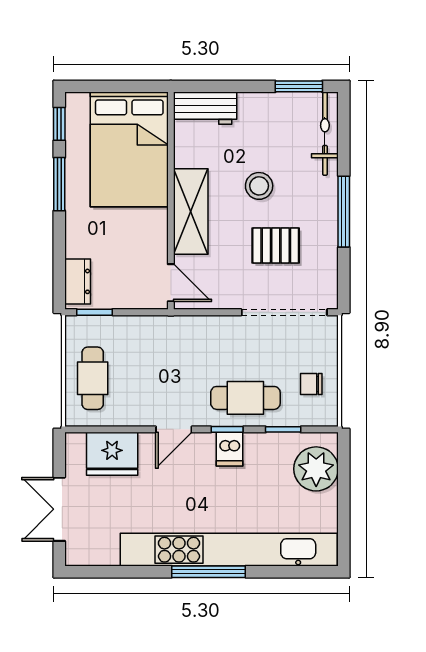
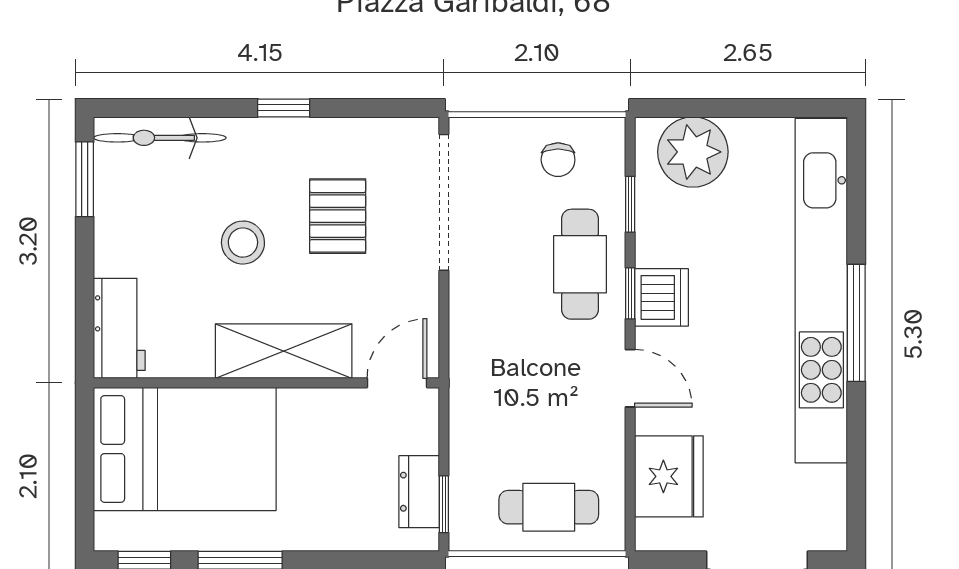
window: (344, 212) -> (284, 108), width x0.46
dresser: (78, 281) -> (419, 492), moved, turned -90
dishwasher: (230, 449) -> (661, 297), width x1.38

